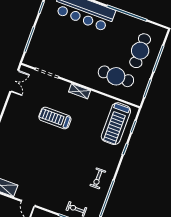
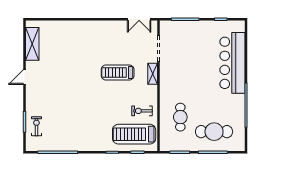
cafe table: (116, 76) -> (180, 117), width x0.73, depth x0.74
shelving: (80, 91) -> (153, 74), moved
treadmill: (55, 118) -> (118, 73), turned -90
exercise bike: (98, 178) -> (142, 111), moved

